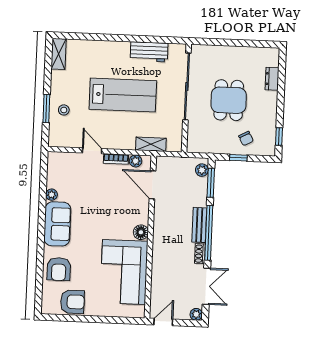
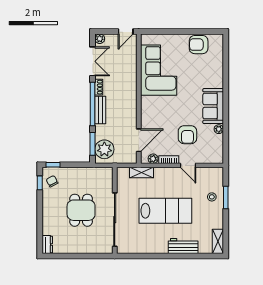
workbench: (149, 52) -> (183, 246), moved
dresser: (272, 79) -> (47, 245), moved
lab bench: (123, 95) -> (165, 211), turned 180
chair: (246, 139) -> (52, 181), moved
window: (238, 158) -> (53, 165), moved
plant: (202, 170) -> (104, 149), width x1.87, depth x1.87
door: (153, 185) -> (139, 140), hinge flipped
floor lamp: (141, 232) -> (146, 102), removed
armchair: (59, 269) -> (187, 135), moved, turned 180
double door: (206, 286) -> (93, 61), swing flipped

